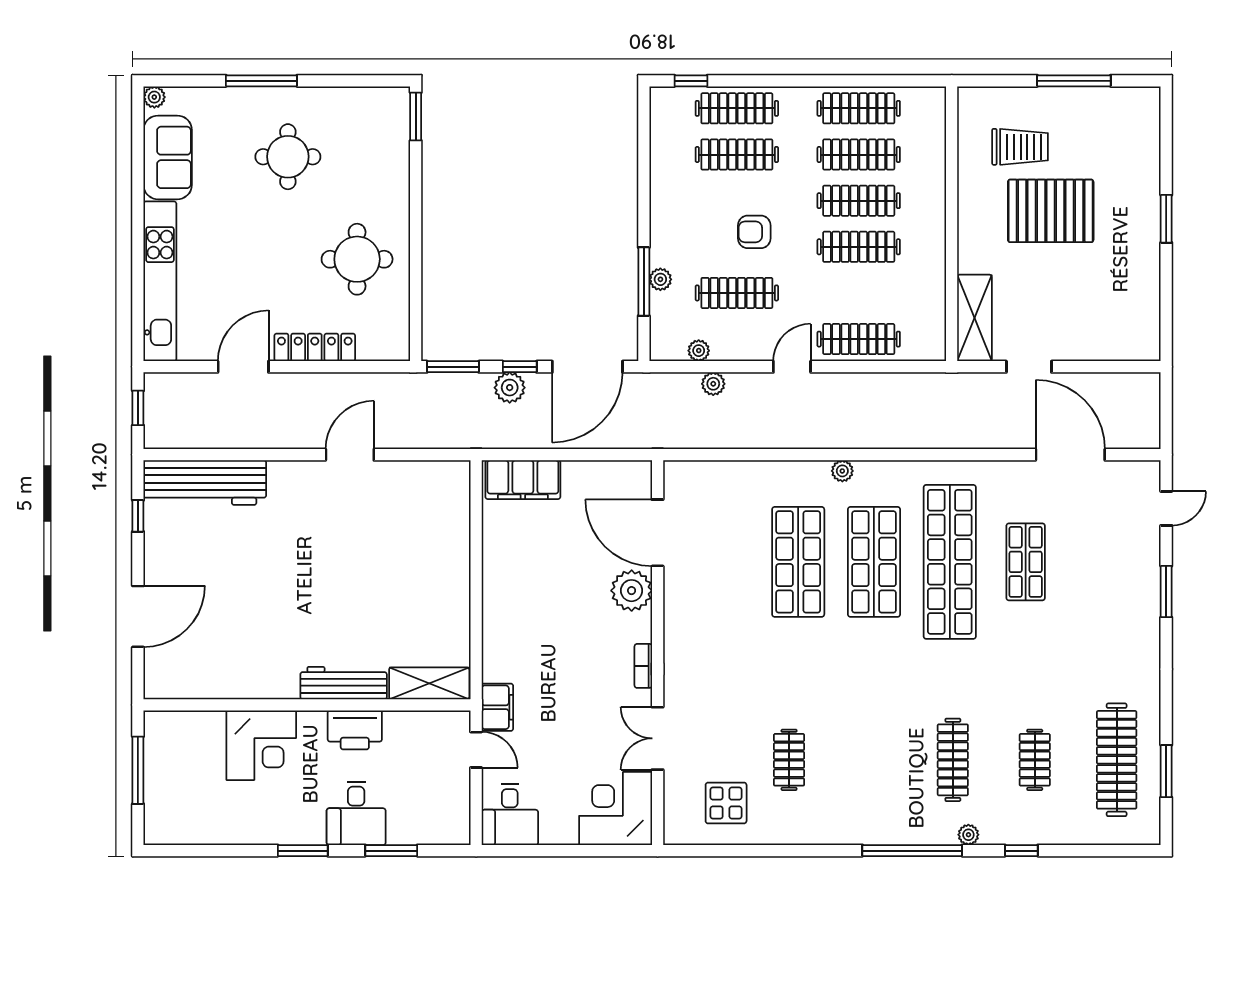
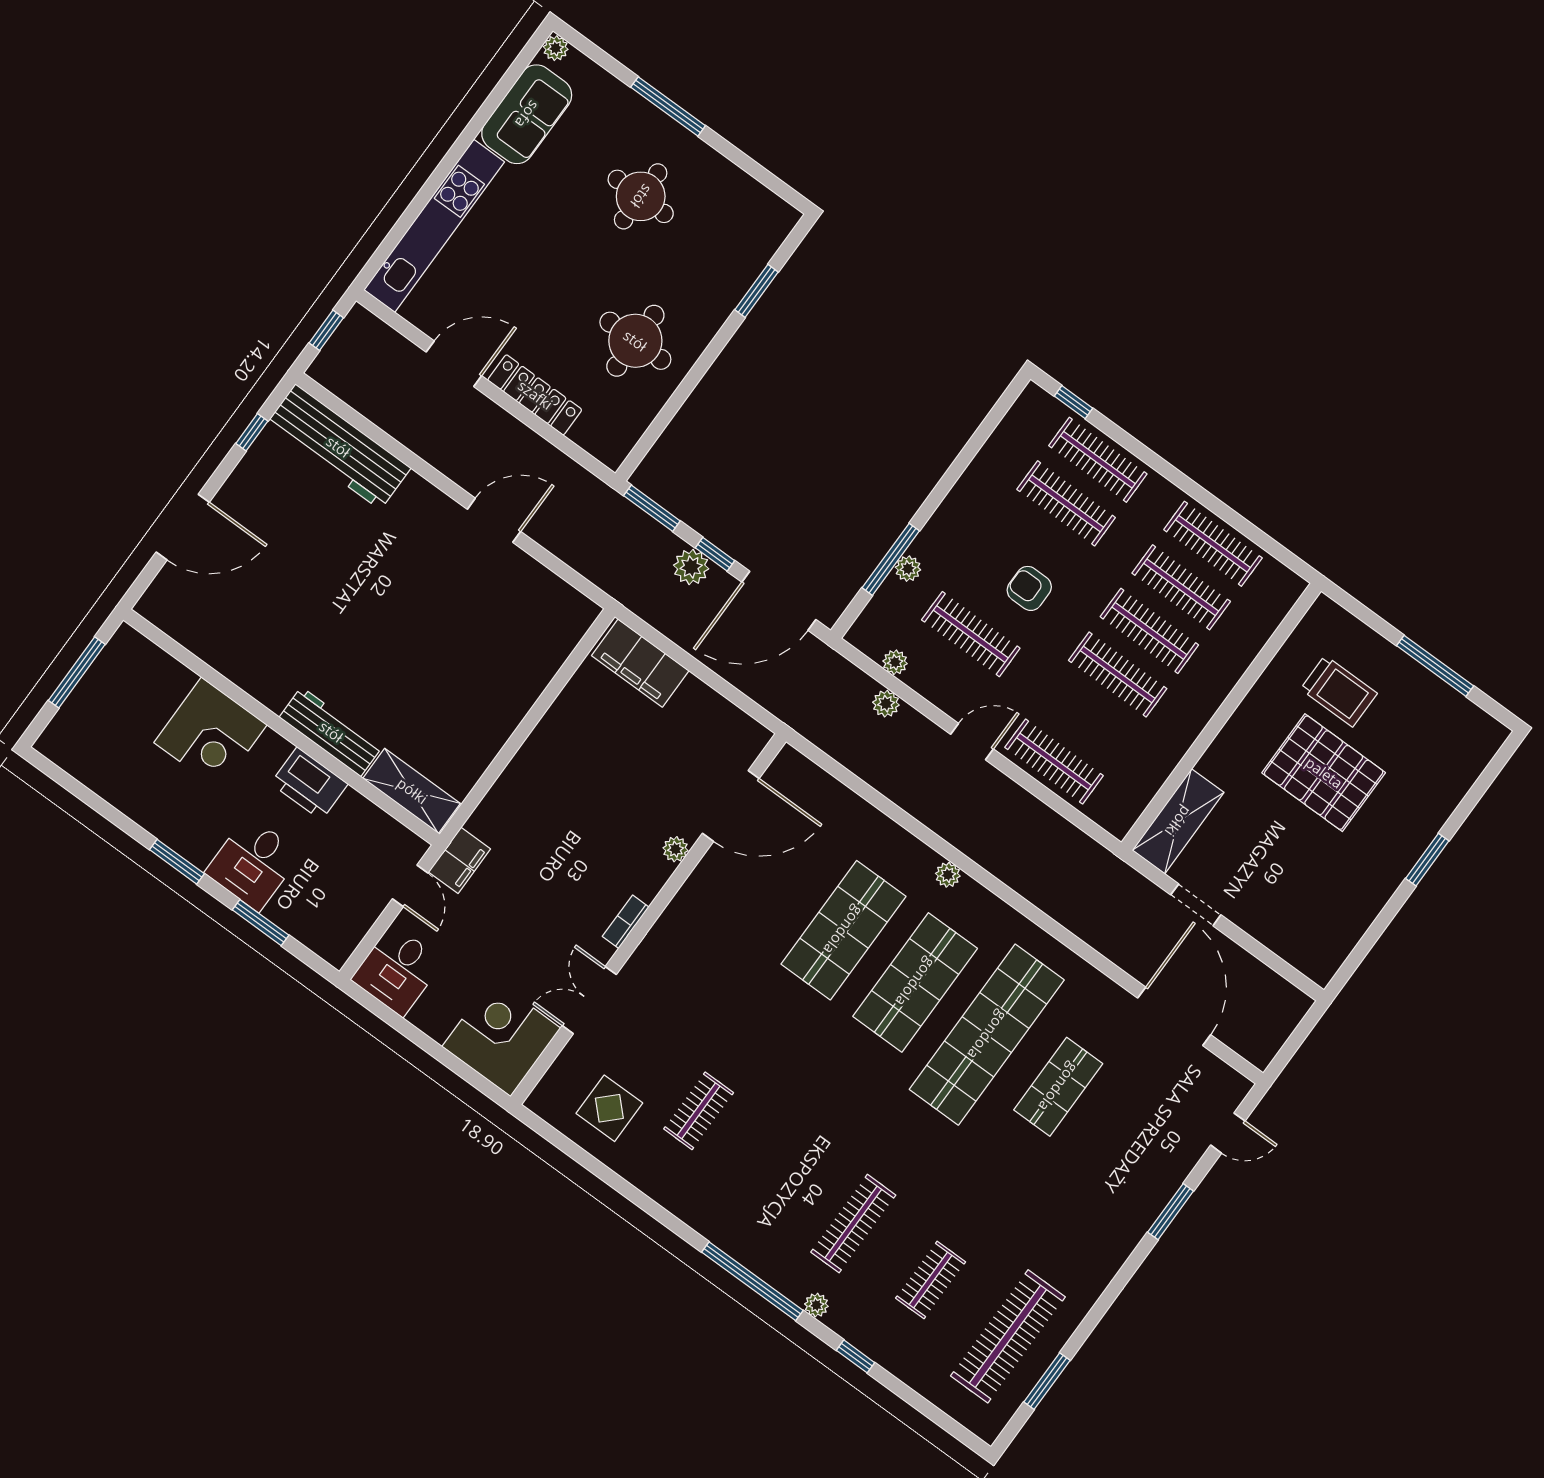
window: (416, 117) -> (757, 291), moved
door: (658, 533) -> (731, 806), swing flipped
plant: (632, 591) -> (675, 849), width x0.53, depth x0.53

